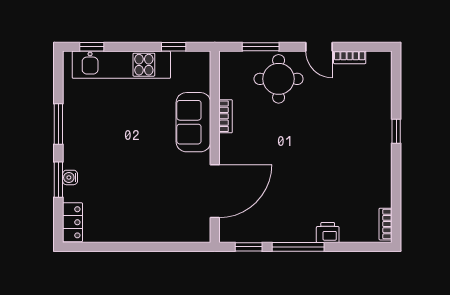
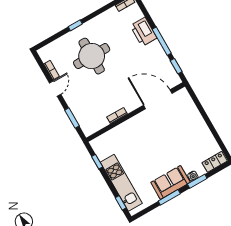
round table: (279, 79) -> (92, 56), moved, width x1.36, depth x1.36
sofa: (193, 122) -> (170, 182), moved, turned 180
printer: (328, 233) -> (144, 32), width x1.87, depth x1.48

